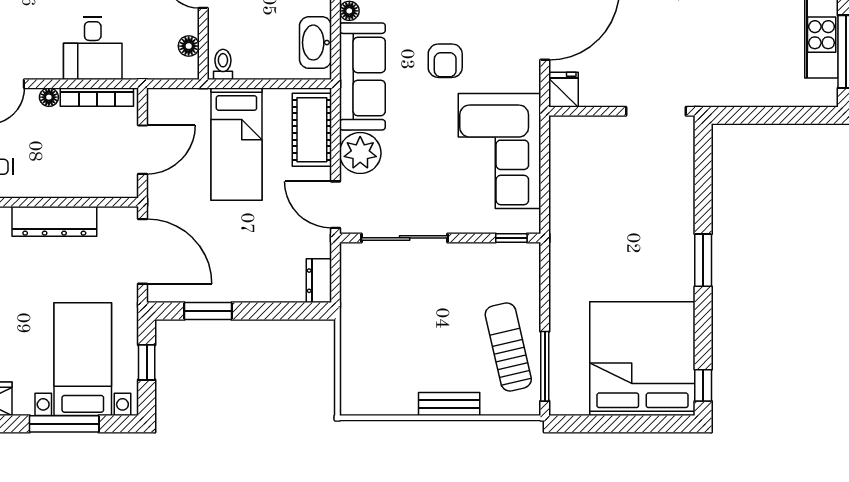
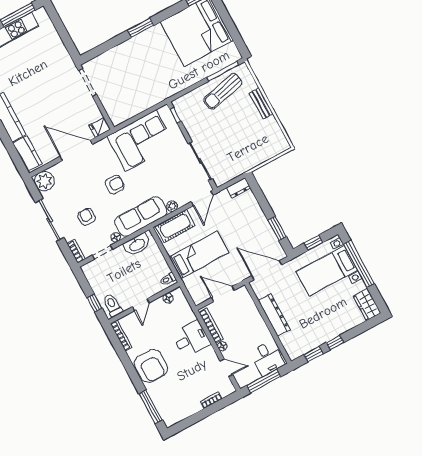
plant: (360, 153) -> (172, 206), width x0.53, depth x0.53
door: (143, 251) -> (267, 270), hinge flipped
window: (64, 424) -> (359, 264), width x1.46

